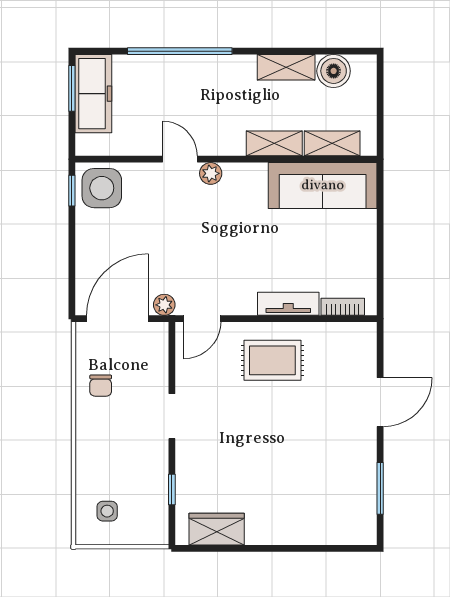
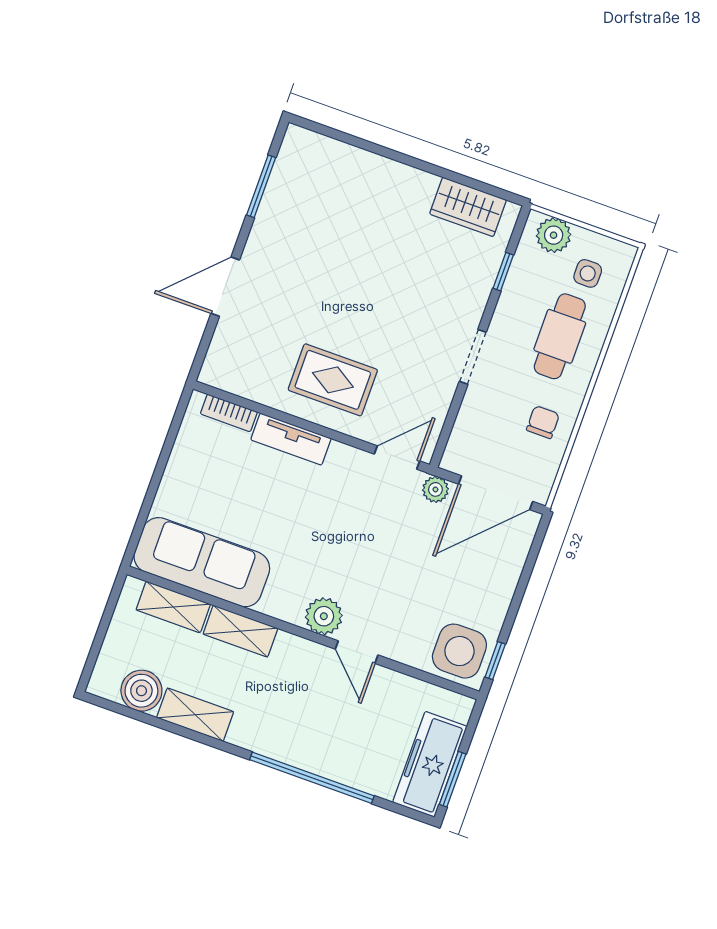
plant: (211, 173) -> (324, 616), width x1.38, depth x1.38
cafe table: (111, 456) -> (560, 336), added
plant: (144, 531) -> (554, 235), added

